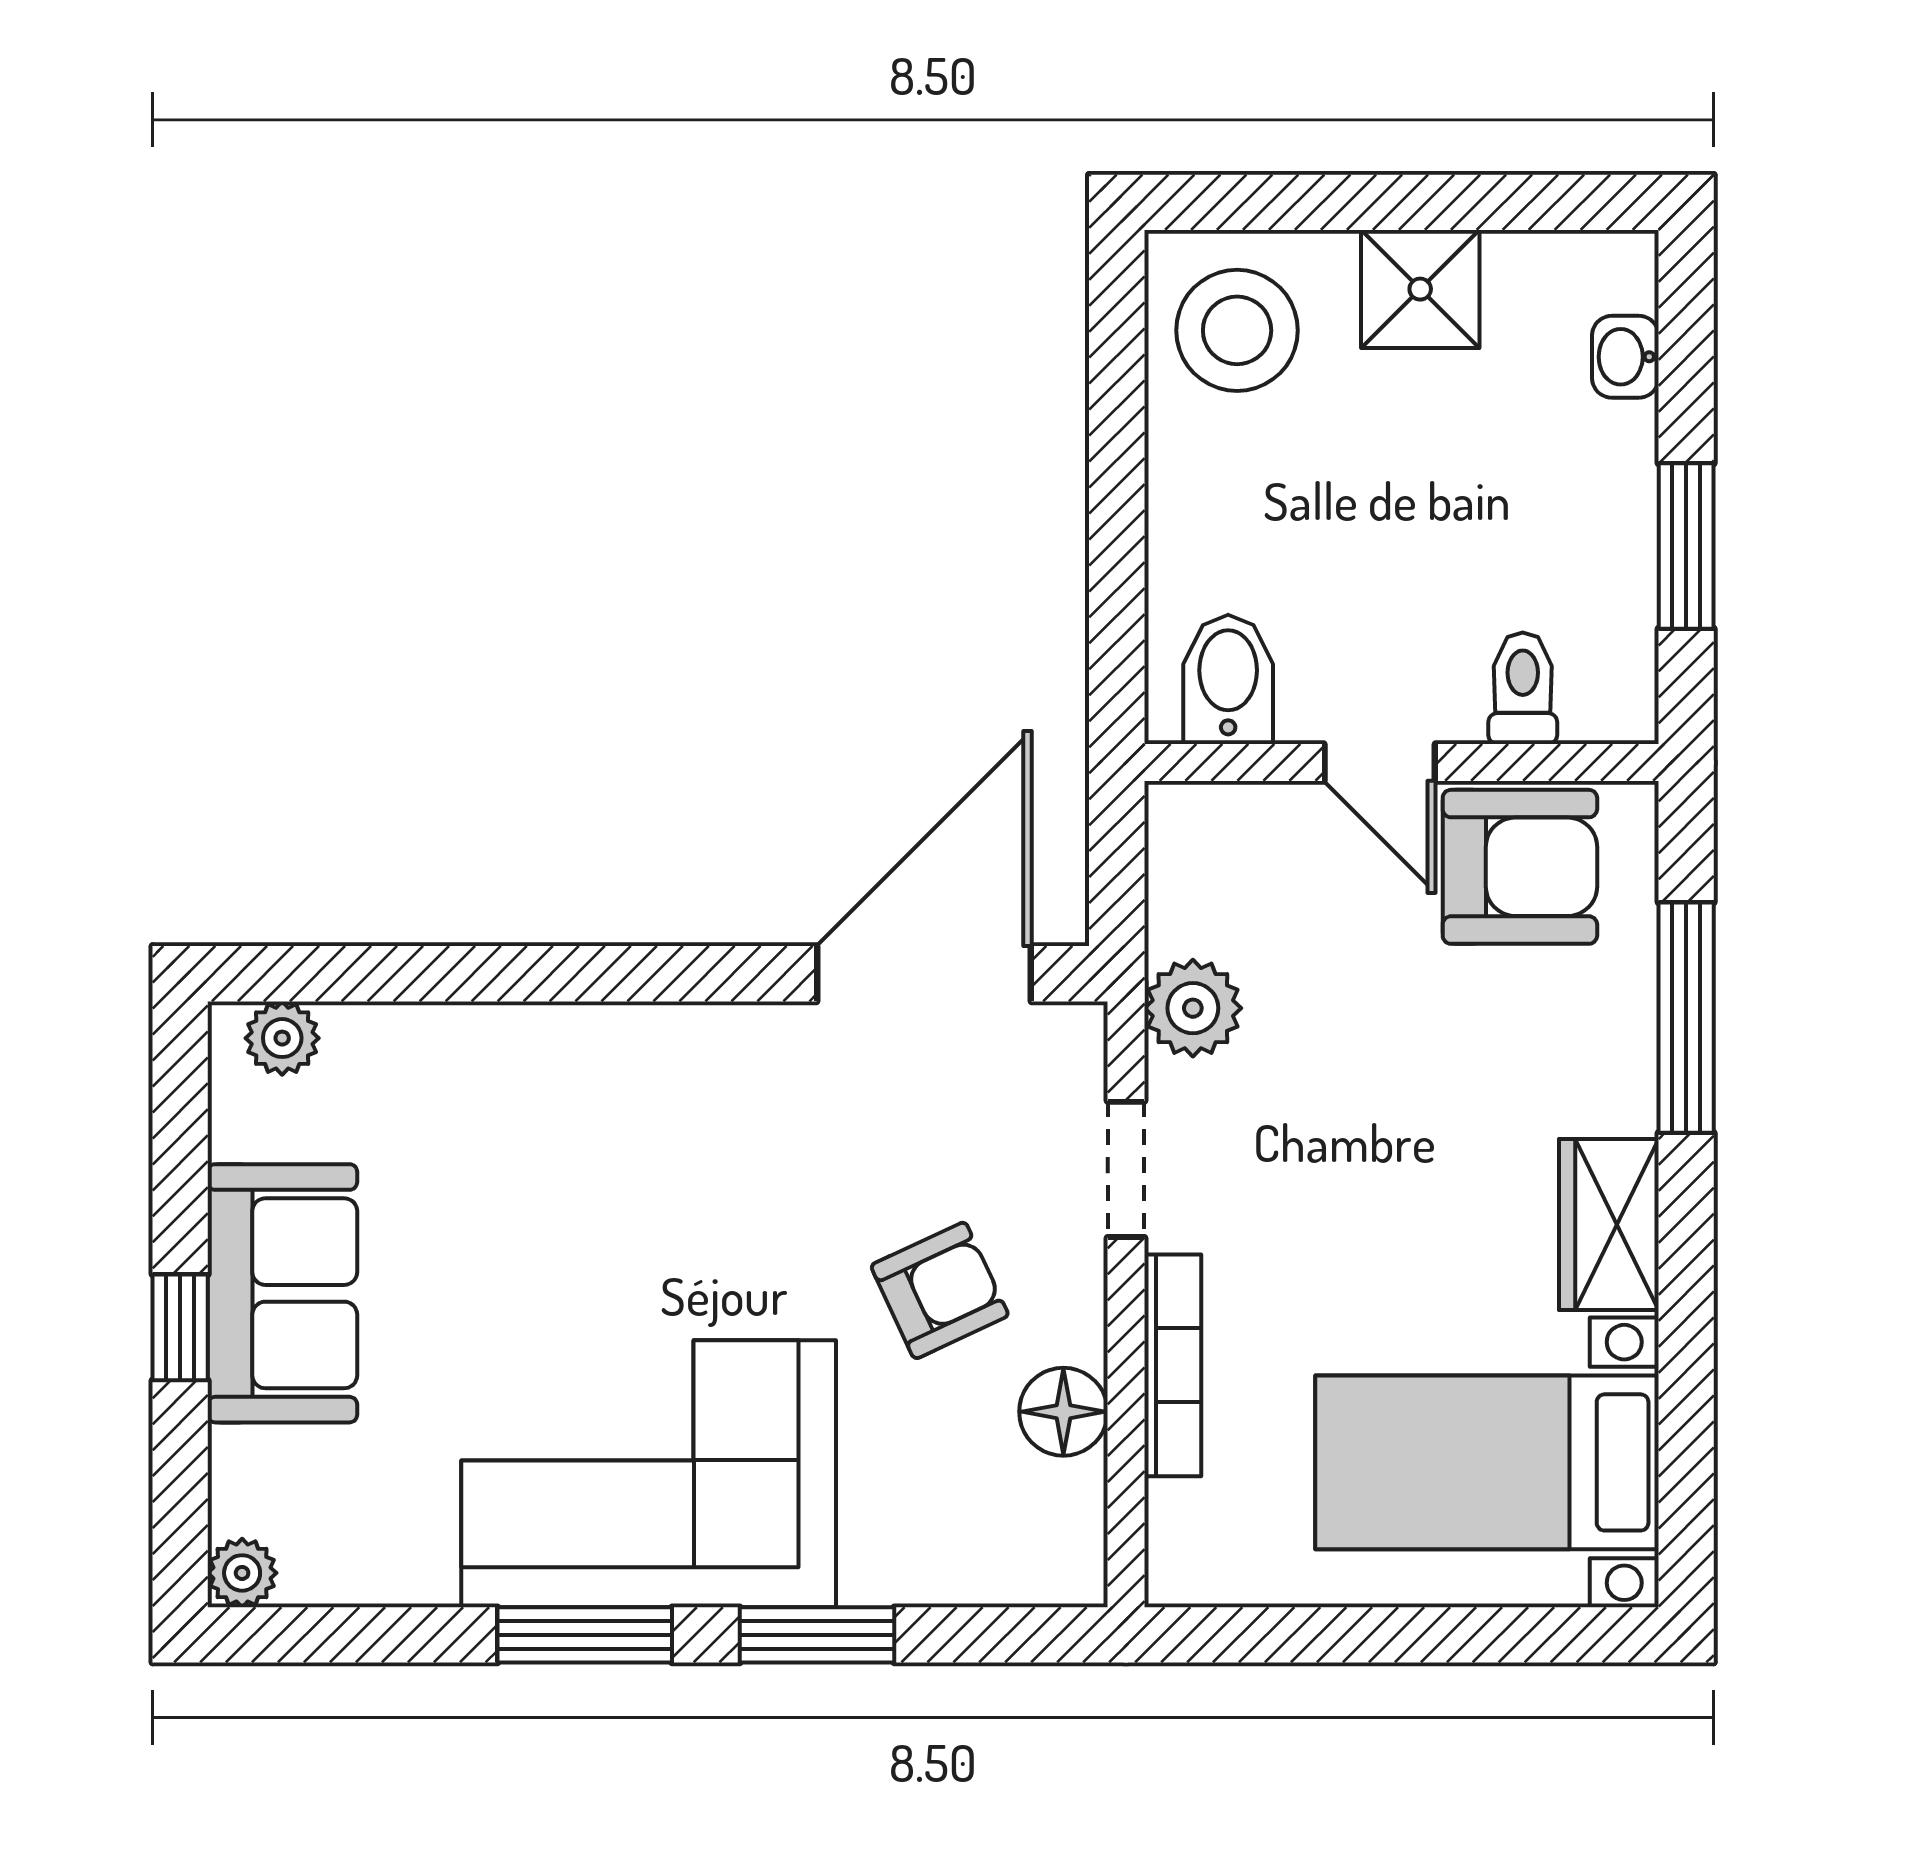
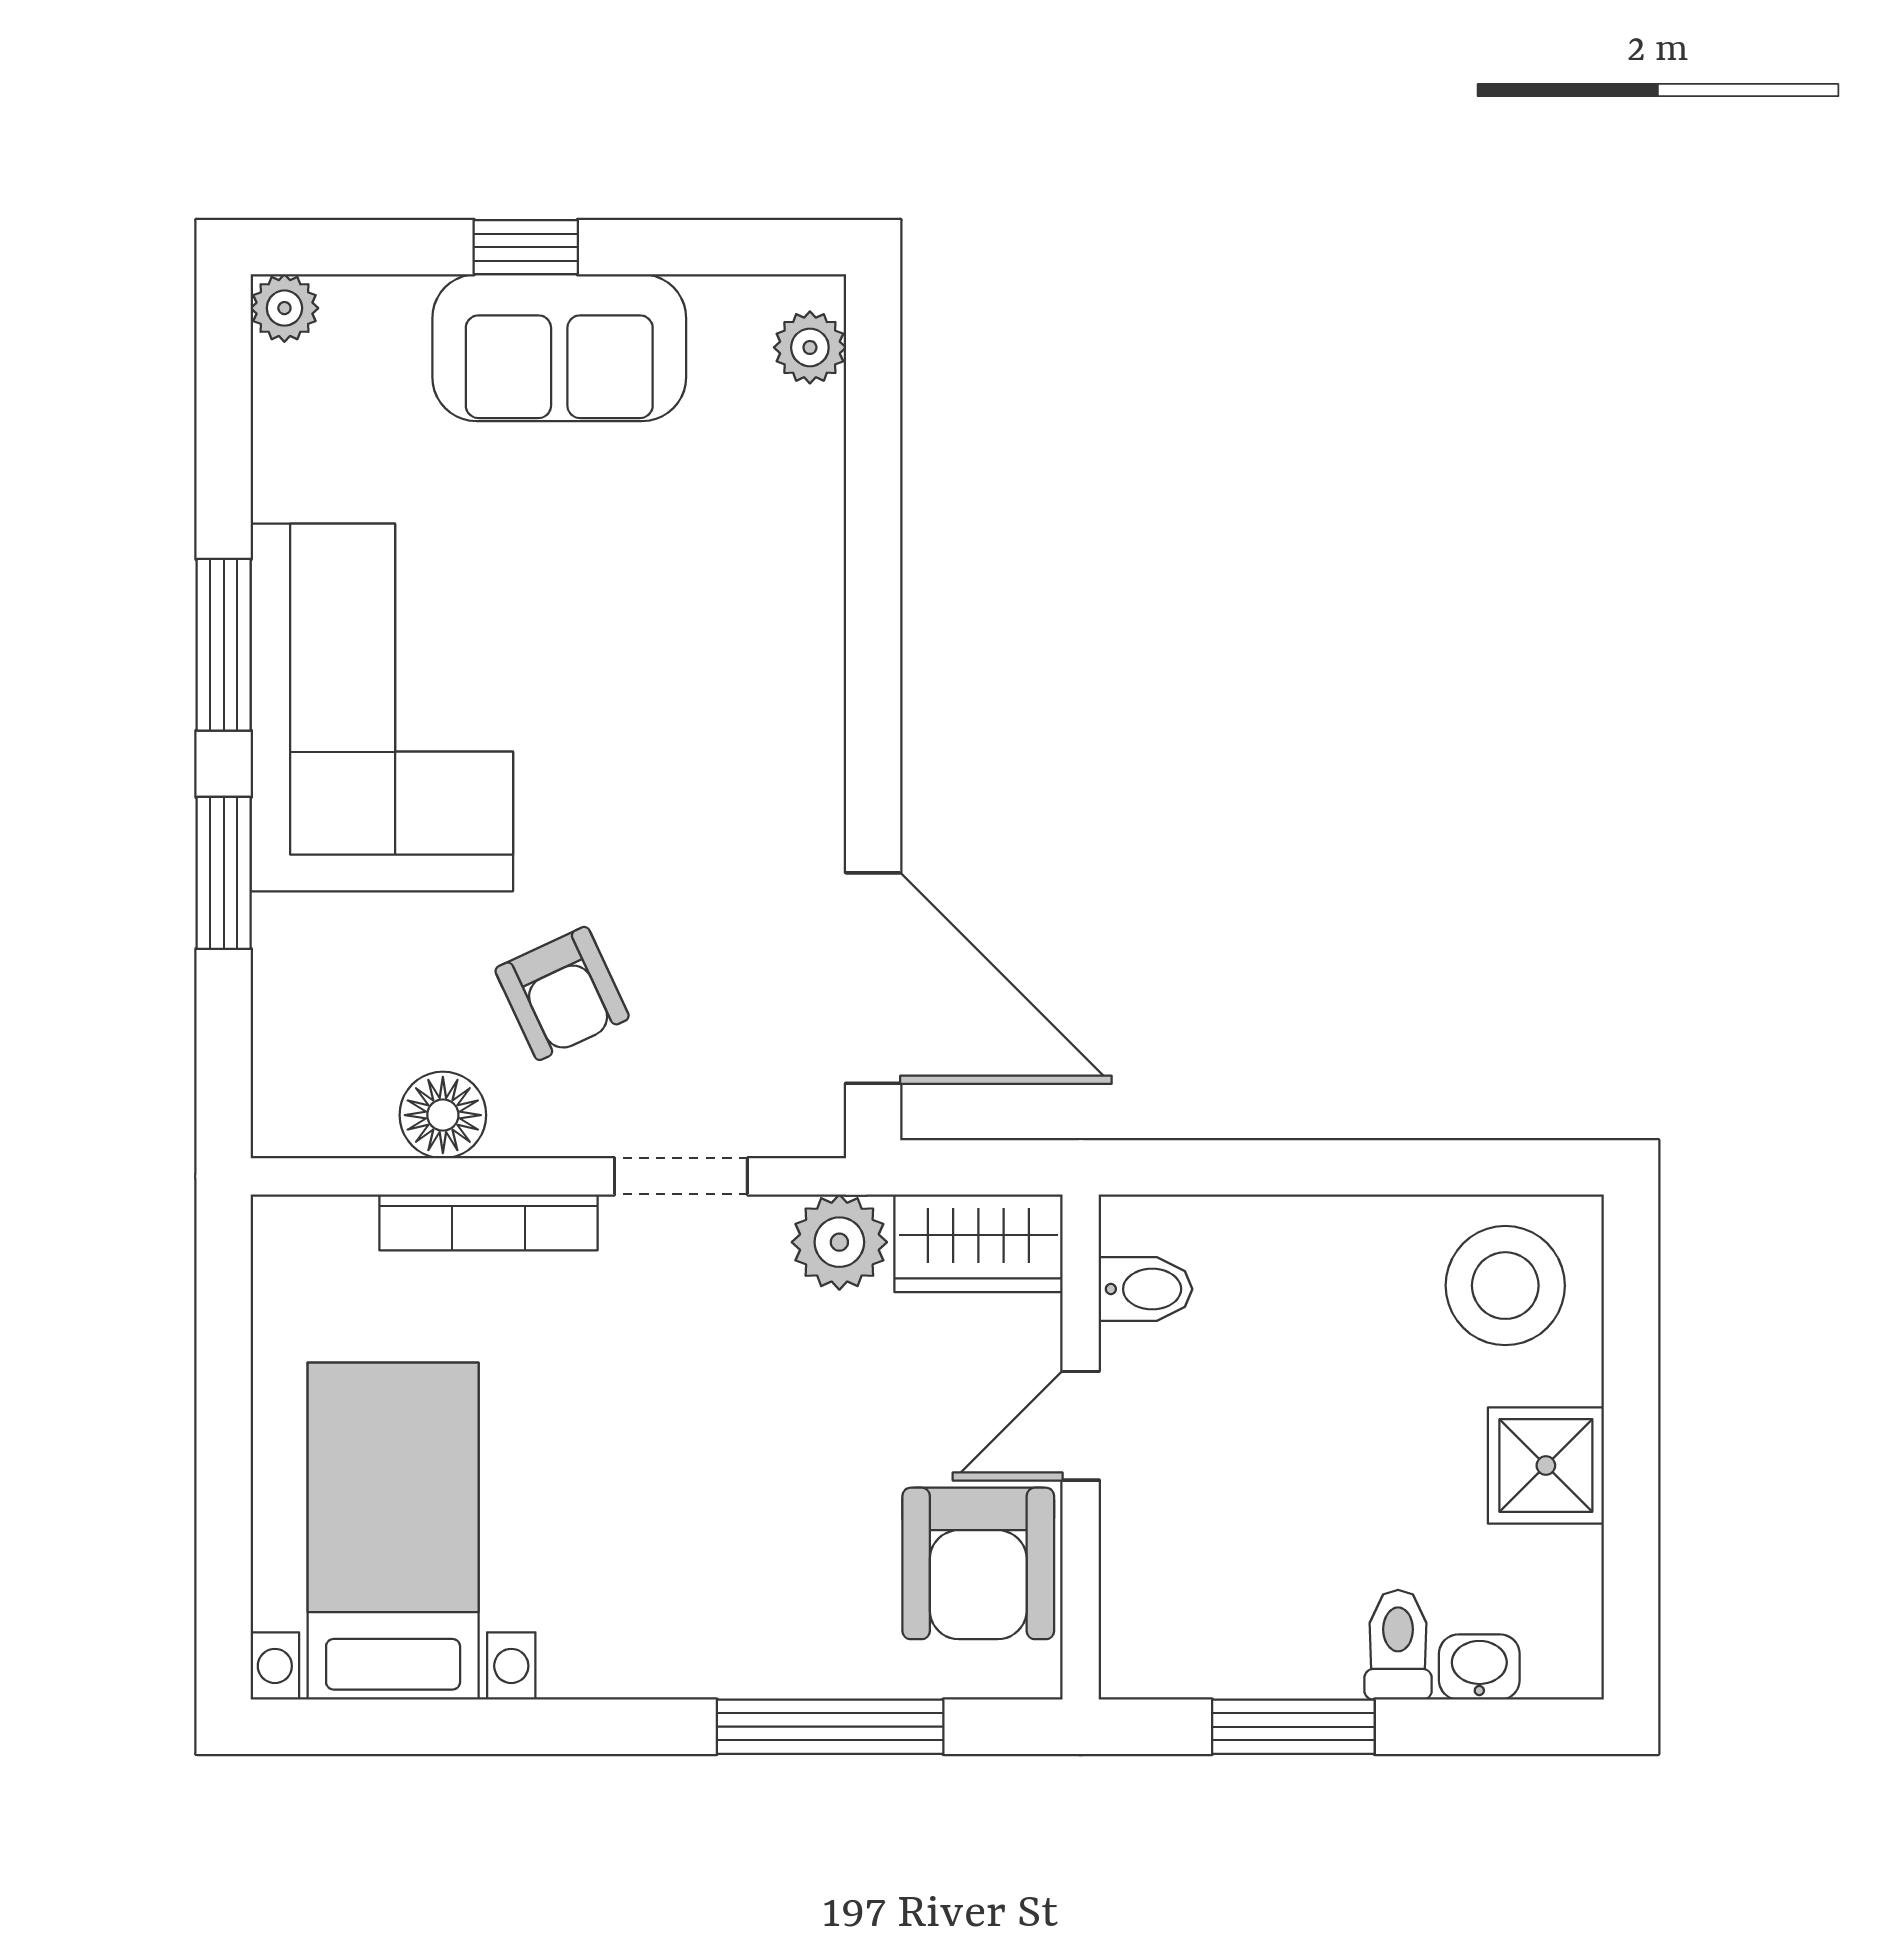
bidet: (1228, 679) -> (1146, 1289), width x0.72, depth x0.74
toilet: (1523, 688) -> (1398, 1645), moved, turned -90
wardrobe: (1609, 1224) -> (978, 1243), moved, turned 180

